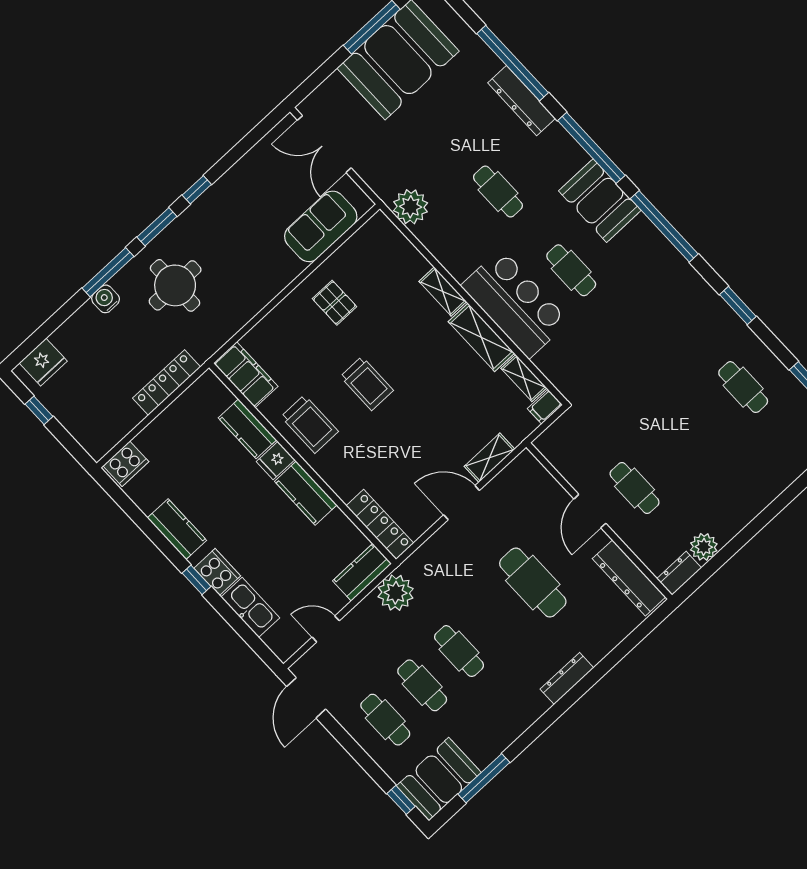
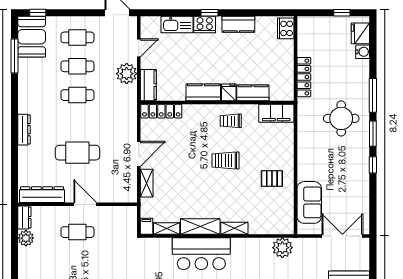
water cooler: (106, 299) -> (363, 52), moved
trolley: (310, 424) -> (231, 121), width x0.73, depth x0.72
plant: (396, 593) -> (127, 74), moved

